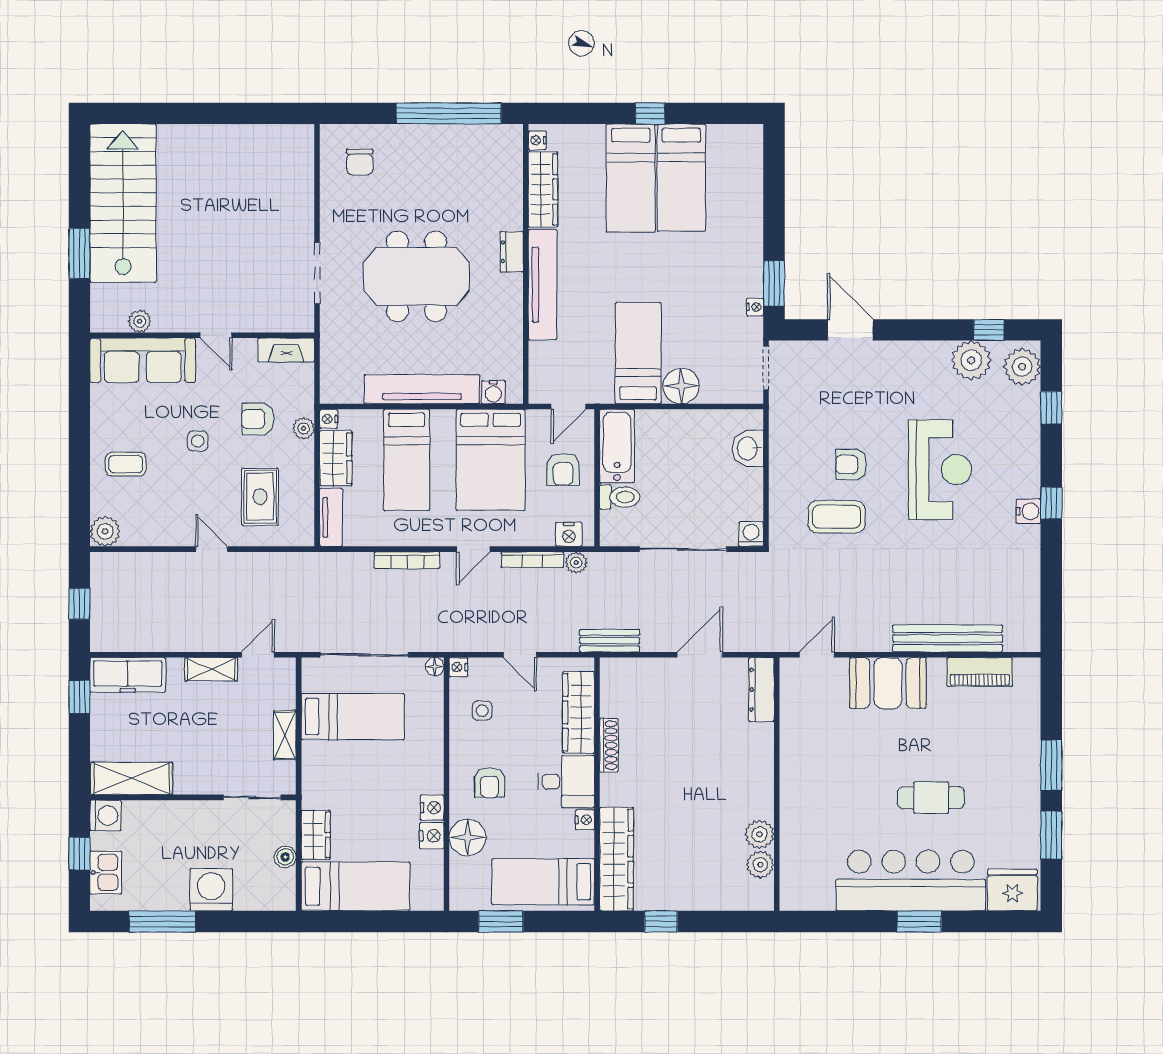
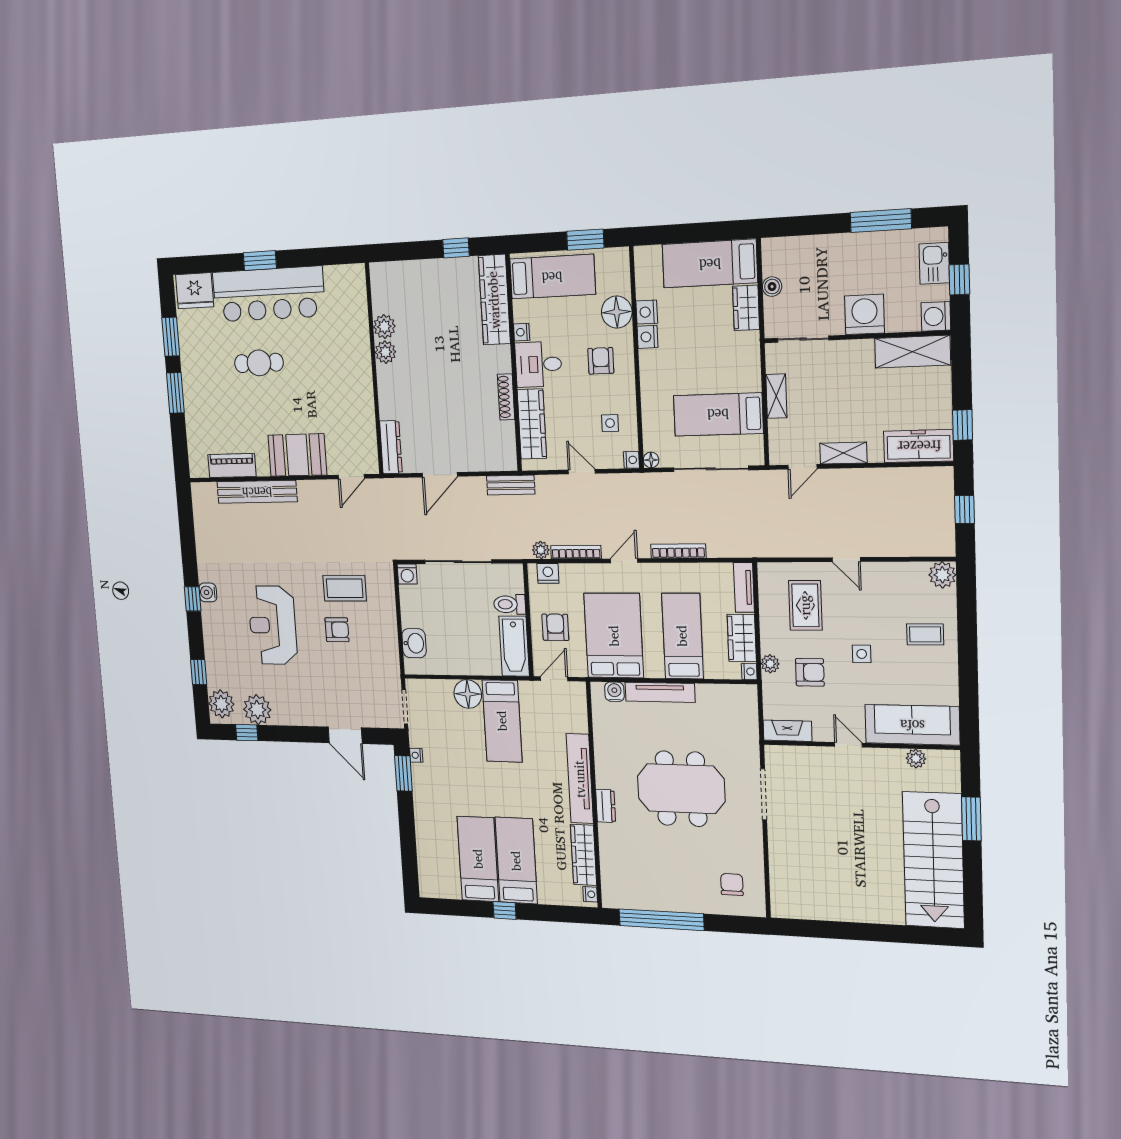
tv unit: (422, 389) -> (660, 692), width x0.73, depth x0.78
plant: (760, 865) -> (385, 352), moved
washing machine: (211, 890) -> (865, 314), moved, turned 180

